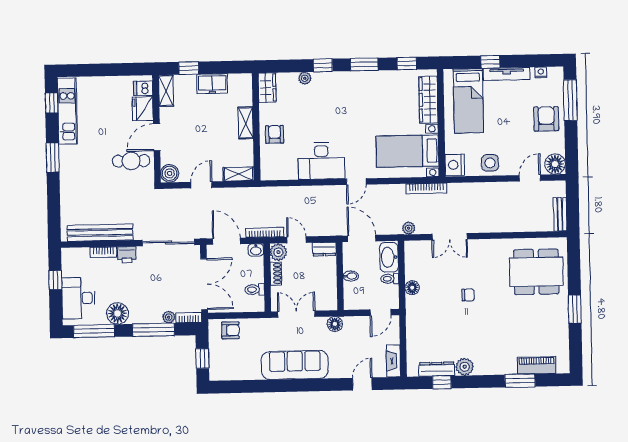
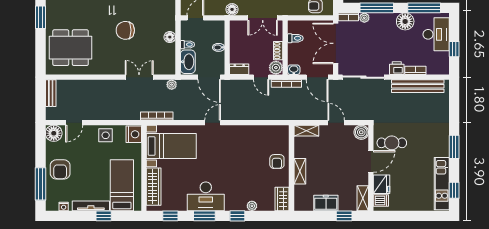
desk: (321, 161) -> (206, 196), moved, turned 180
door: (201, 185) -> (336, 123), swing flipped
chair: (468, 295) -> (125, 30), width x1.87, depth x1.87

